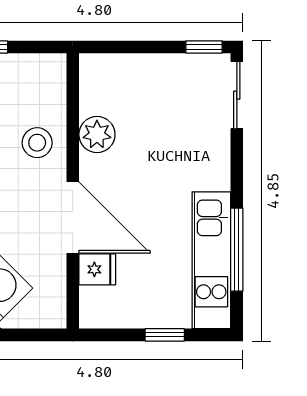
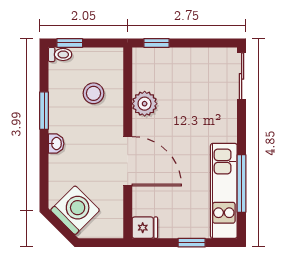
window: (204, 47) -> (156, 43), moved
stool: (37, 143) -> (94, 93), moved
fridge: (97, 269) -> (145, 228), moved

